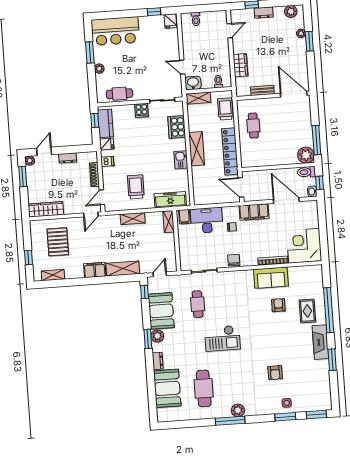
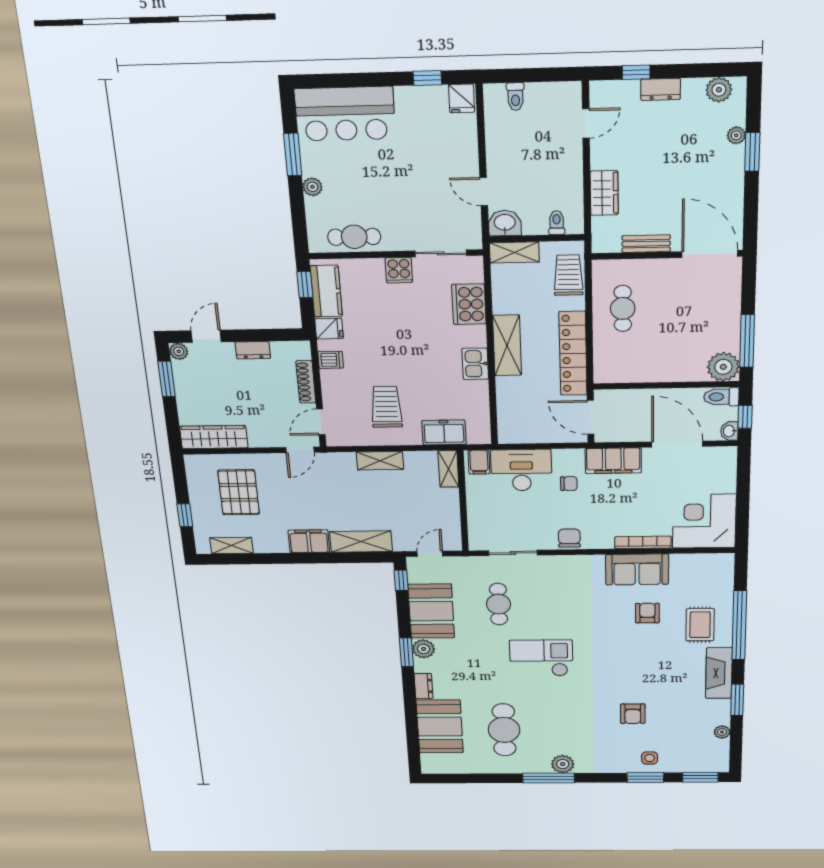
freezer: (170, 200) -> (444, 432), width x0.71
checkout: (222, 338) -> (541, 658), turned 180
plant: (326, 382) -> (722, 732), added

